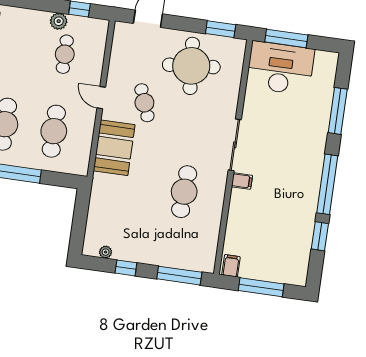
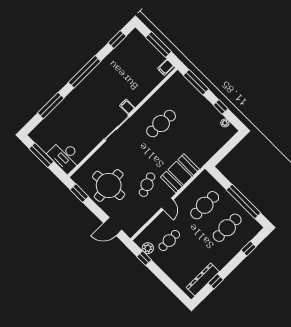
plant: (59, 21) -> (148, 248), moved
window: (286, 38) -> (41, 155), moved
desk: (280, 68) -> (65, 156), width x0.73, depth x0.77
window: (320, 236) -> (117, 39), moved

